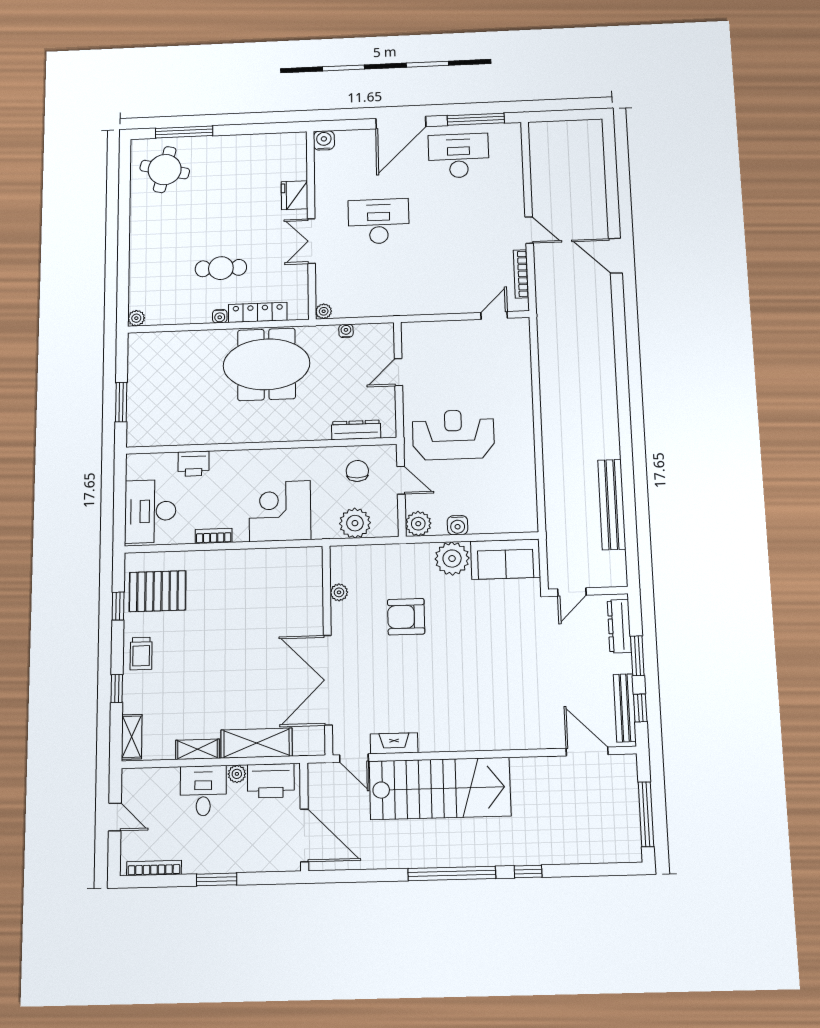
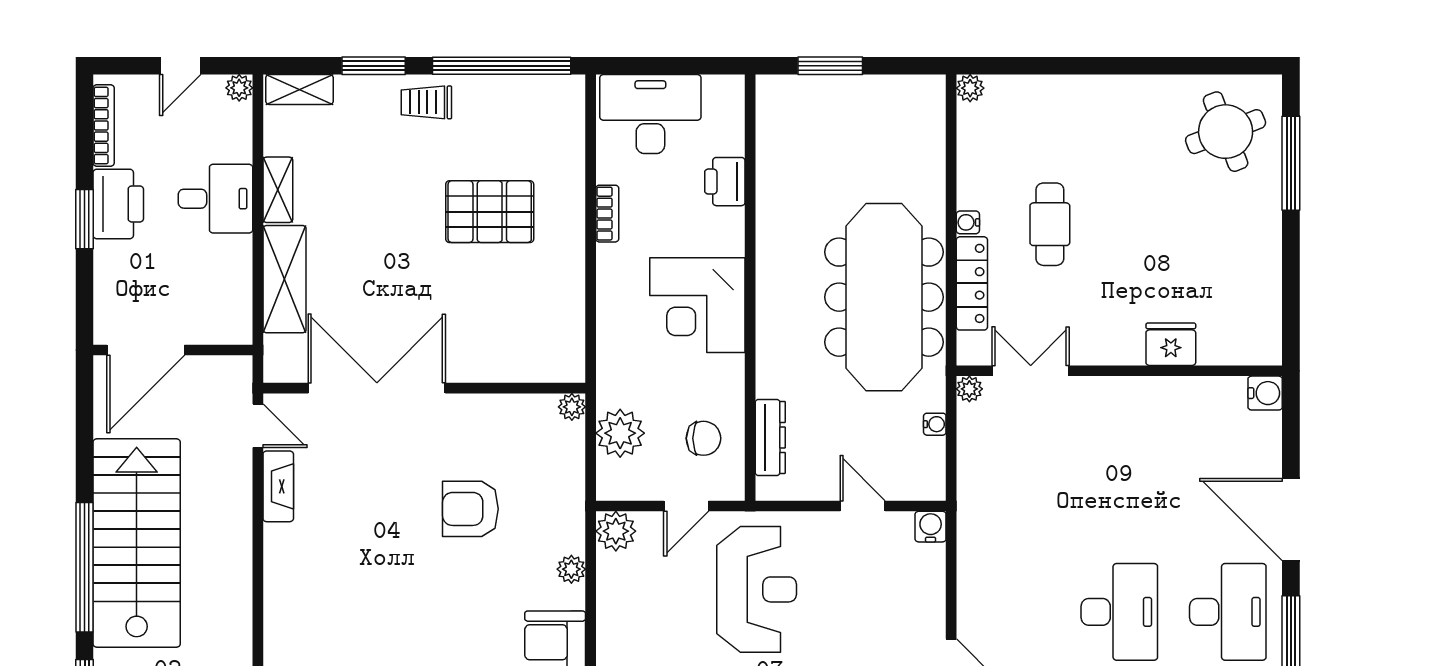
round table: (165, 170) -> (1226, 132), turned -35
desk: (379, 221) -> (1119, 612), moved
double door: (311, 241) -> (1031, 371), moved
meeting table: (266, 364) -> (884, 297), width x1.36
corner desk: (280, 511) -> (697, 305), moved, turned 180
water cooler: (458, 525) -> (931, 527), moved, turned 90
plant: (452, 559) -> (571, 569), width x0.53, depth x0.53
pallet: (158, 591) -> (490, 212), moved, turned 90
plant: (339, 592) -> (572, 407), moved
window: (118, 606) -> (502, 66), width x3.17
armchair: (406, 617) -> (470, 509), turned -90
window: (117, 689) -> (374, 66), width x1.50
door: (354, 758) -> (258, 426), swing flipped
plant: (237, 774) -> (239, 88), moved
printer: (271, 781) -> (118, 204), moved, turned 180
stairs: (440, 788) -> (137, 543), moved, turned 180

